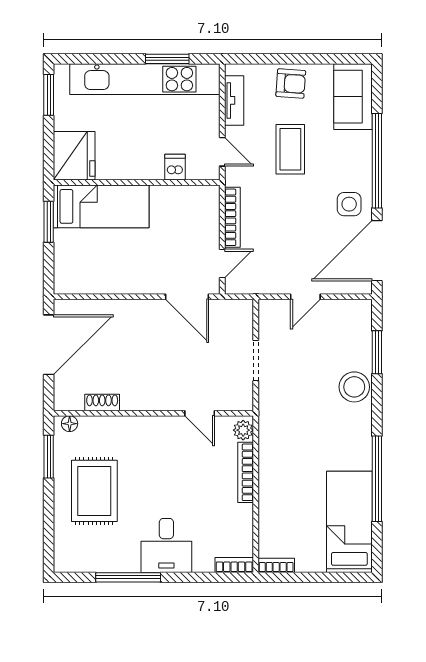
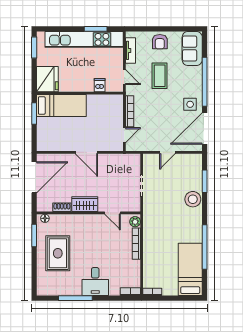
armchair: (291, 84) -> (160, 42), turned 86
door: (187, 297) -> (86, 152), moved
wardrobe: (146, 396) -> (85, 204), added

